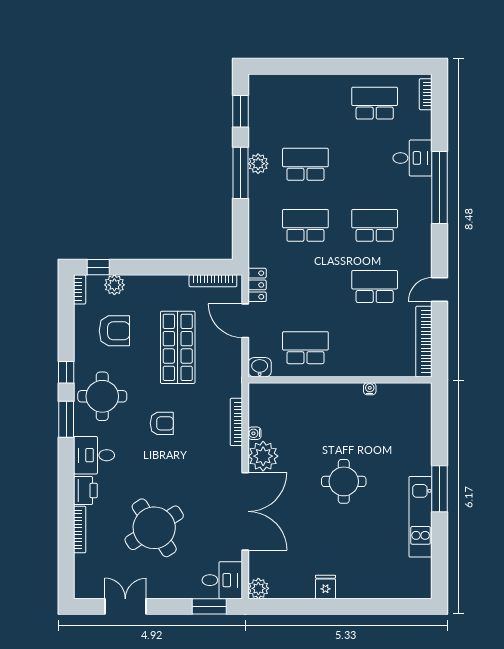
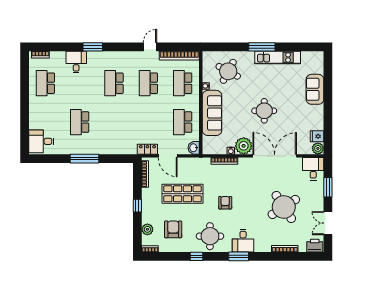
desk: (271, 96) -> (41, 141), added
window: (241, 111) -> (50, 159), removed
plant: (258, 164) -> (79, 149), removed
window: (440, 188) -> (93, 47), width x0.47
school desk: (305, 225) -> (183, 83), moved
window: (98, 267) -> (137, 206), moved
door: (440, 290) -> (150, 47), swing flipped
door: (245, 321) -> (168, 156), hinge flipped
sofa: (322, 400) -> (212, 113), added
window: (66, 419) -> (239, 256), moved
round table: (396, 429) -> (228, 71), added
round table: (344, 481) -> (264, 111), moved
printer: (85, 490) -> (315, 246), moved
sofa: (364, 583) -> (315, 89), added
fridge: (325, 587) -> (317, 136), moved
window: (209, 606) -> (328, 187), moved

